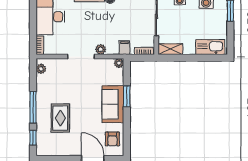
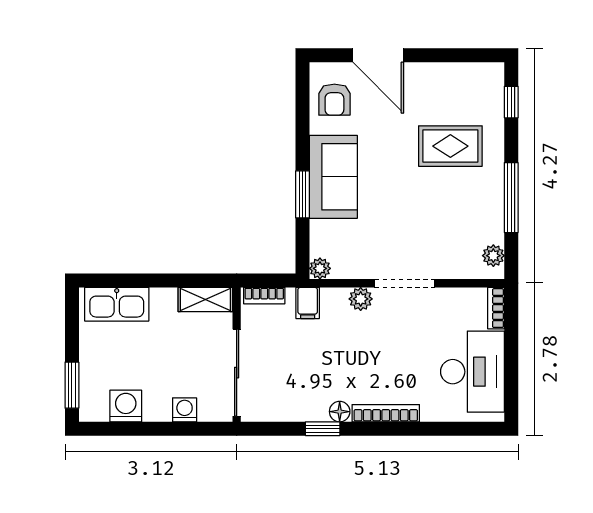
window: (33, 107) -> (511, 198), moved
rug: (60, 118) -> (450, 146), turned 90
armchair: (112, 139) -> (334, 100), turned 180

